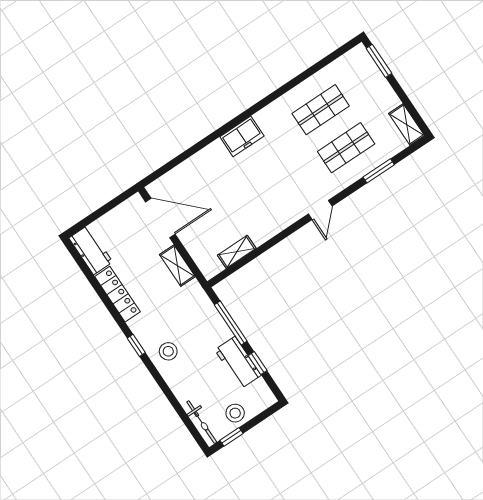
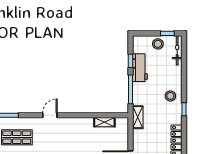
shelving: (177, 266) -> (138, 117), moved

